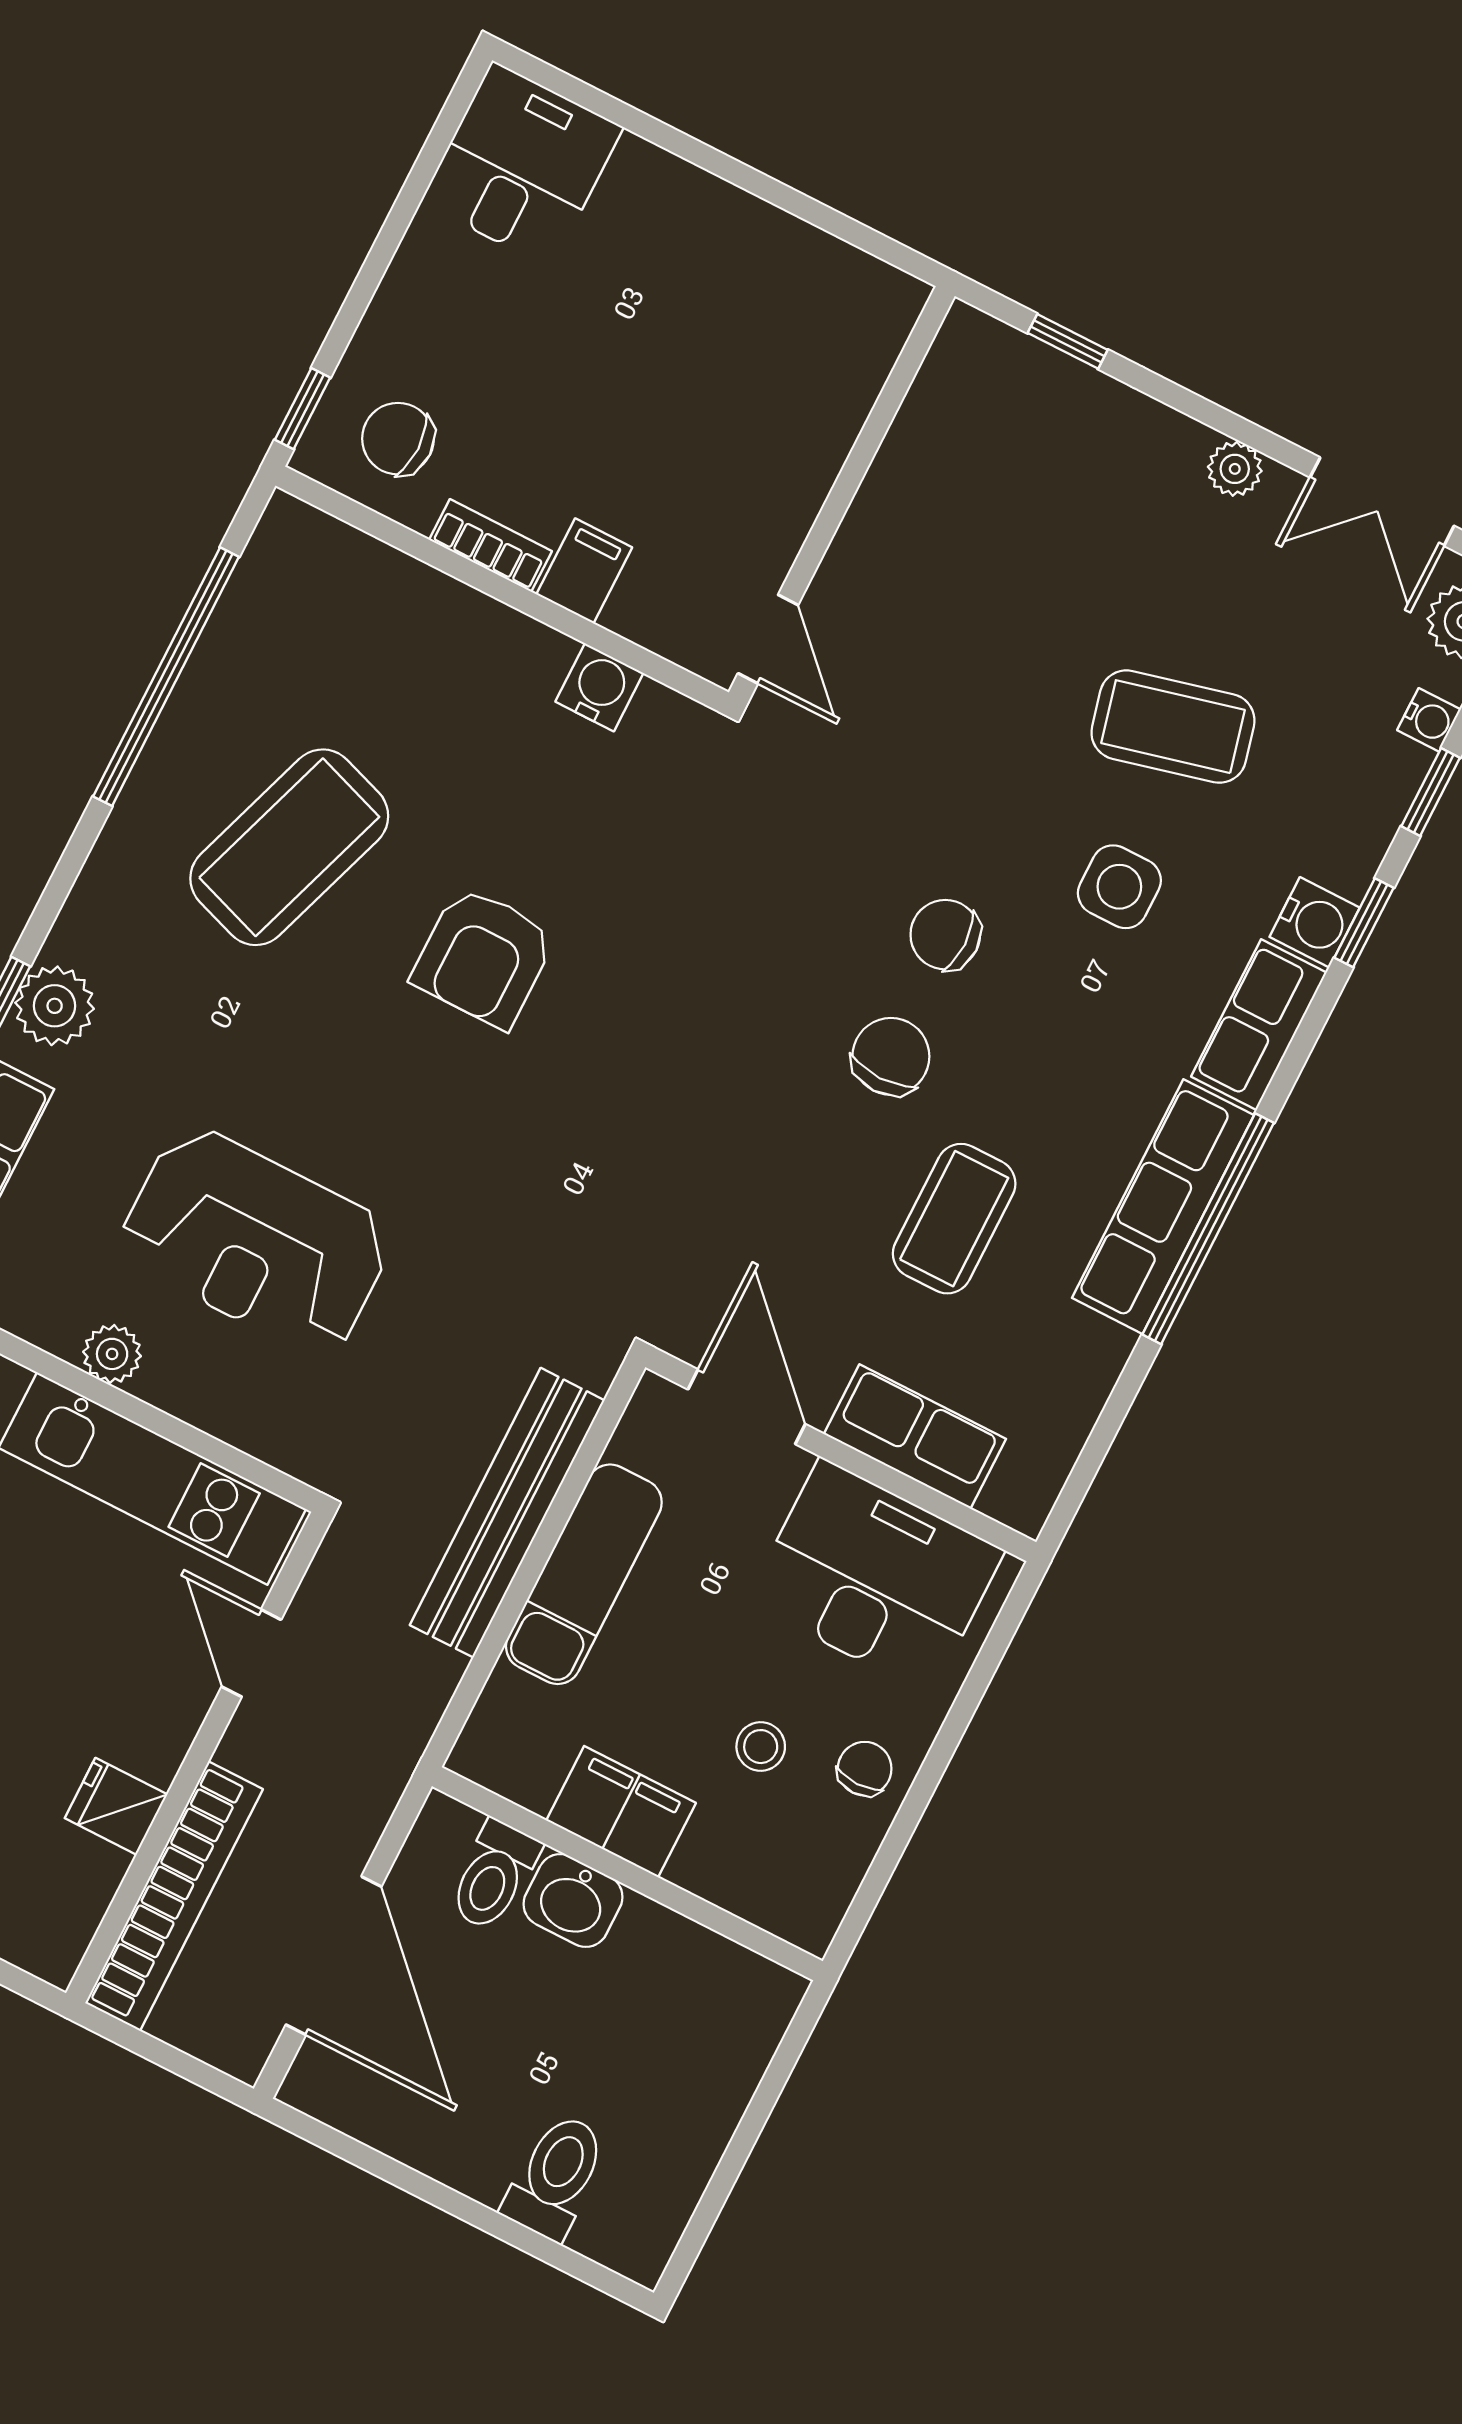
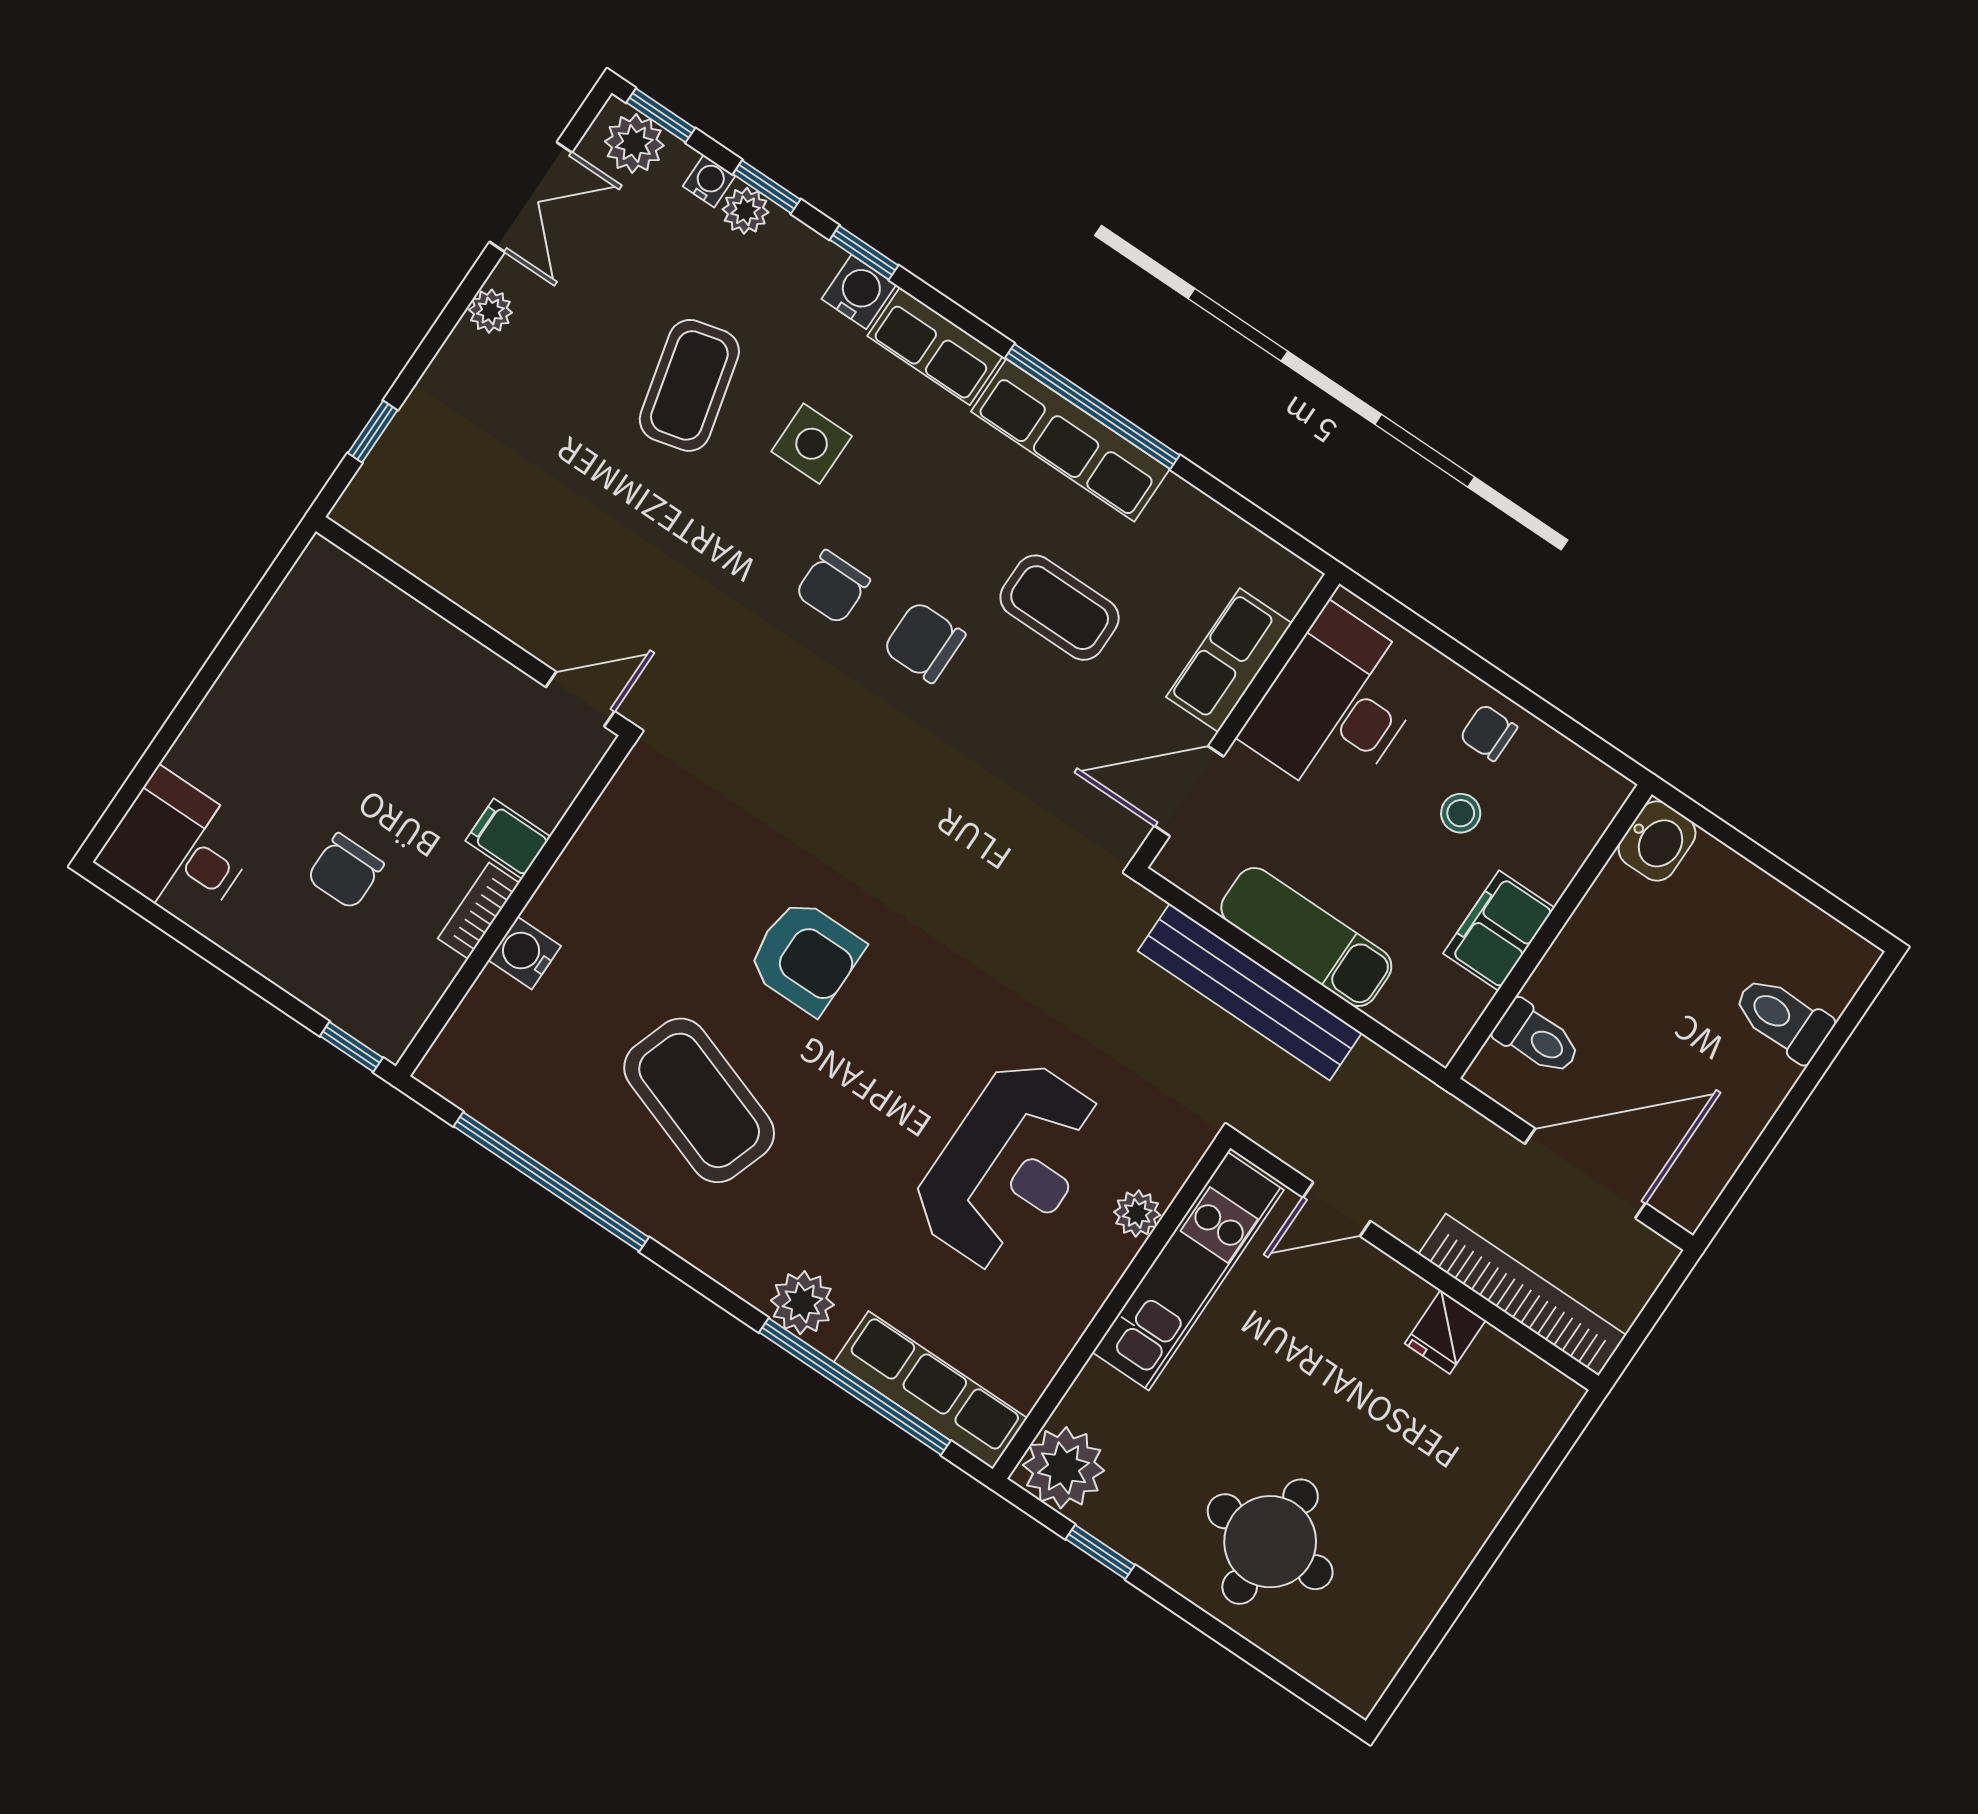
chair: (398, 439) -> (345, 871), moved
water cooler: (599, 687) -> (525, 953), moved
plant: (1398, 769) -> (745, 211), added
plant: (112, 1354) -> (1137, 1213), moved
washbasin: (573, 1901) -> (1657, 841), moved

